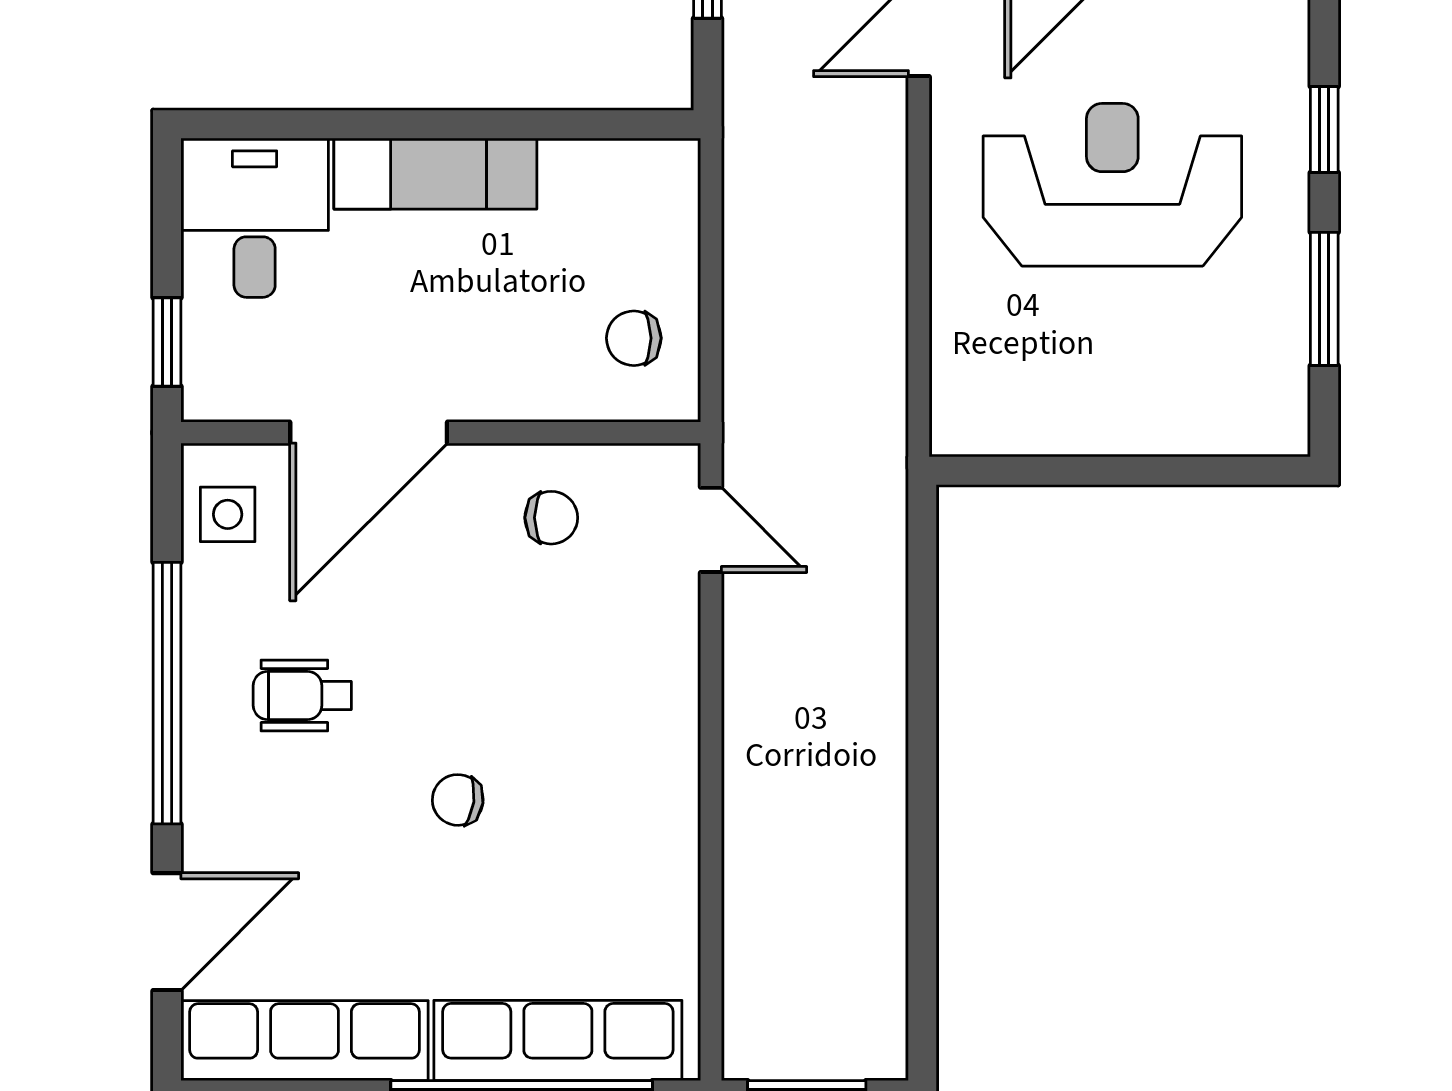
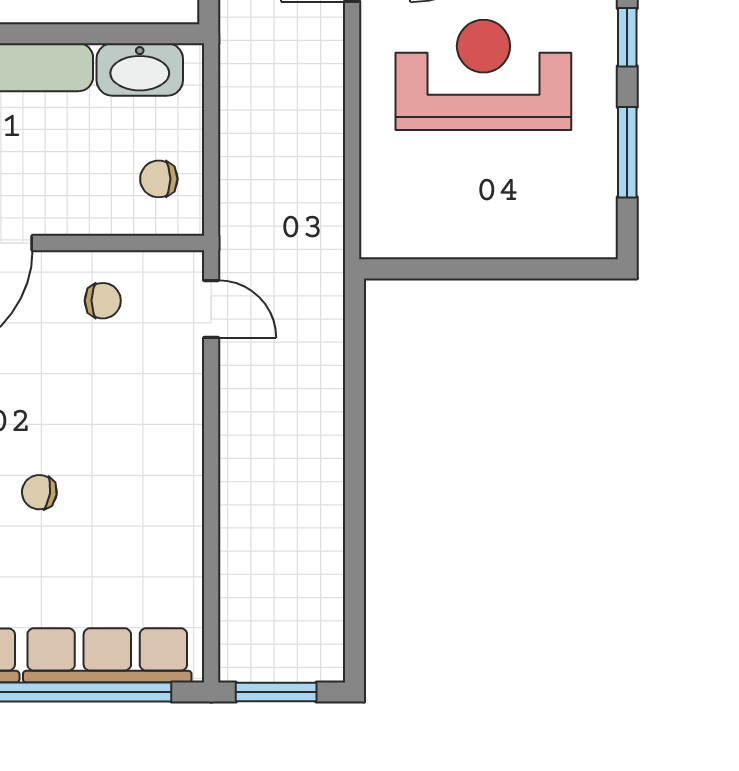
washbasin: (606, 177) -> (140, 69), added

